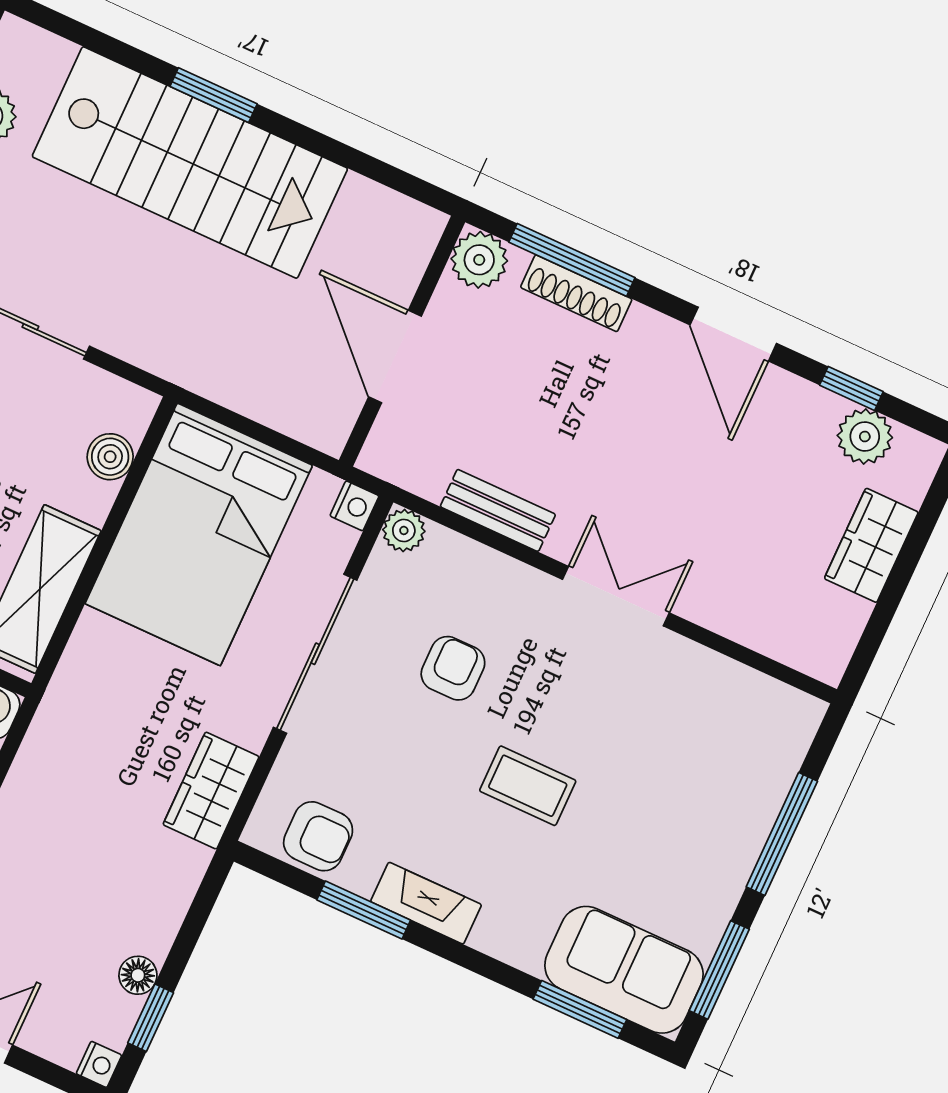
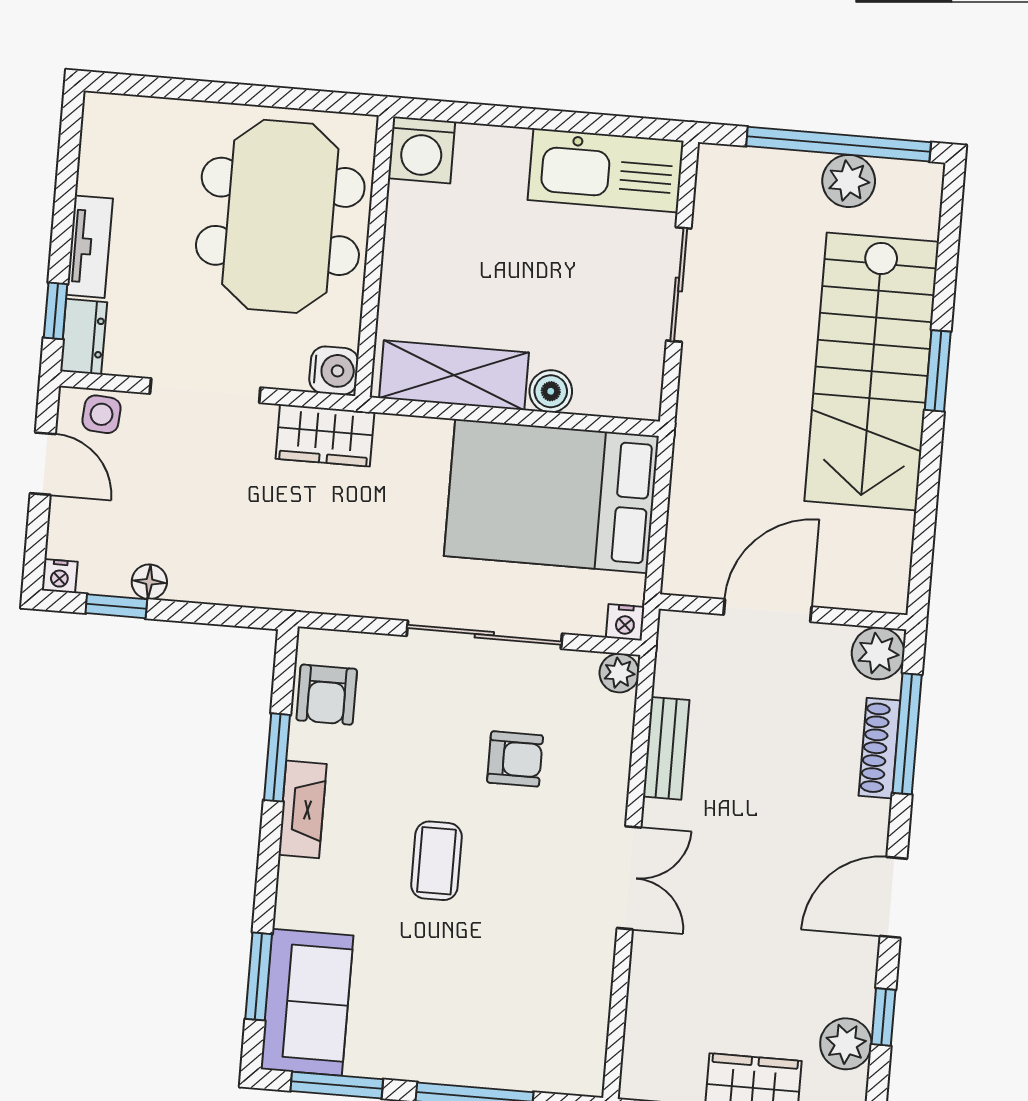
boiler: (110, 457) -> (551, 391), moved
wardrobe: (211, 791) -> (325, 435), moved, turned 180

